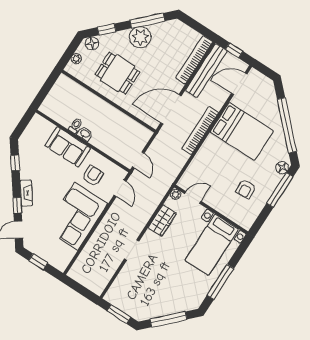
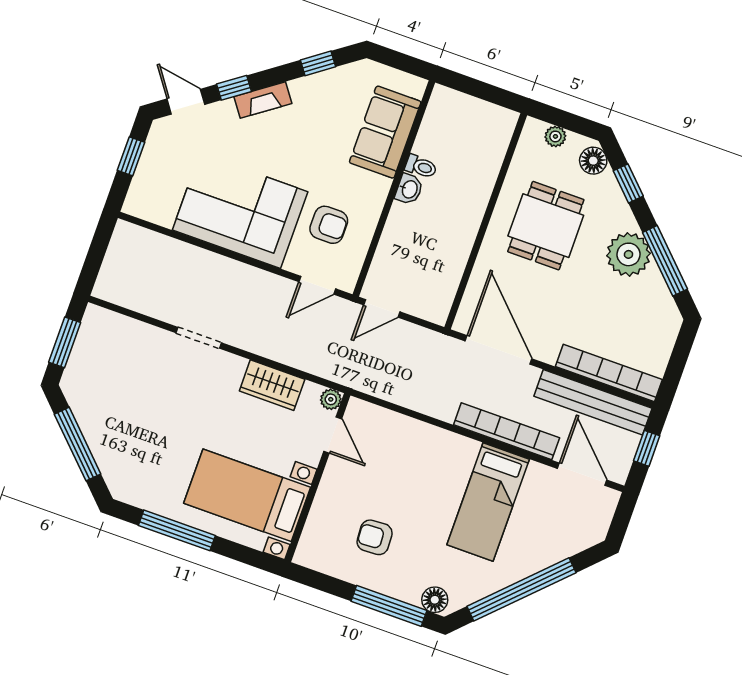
bookcase: (200, 131) -> (507, 431), moved
bed: (242, 131) -> (488, 502), width x0.67
sofa: (68, 147) -> (385, 132), moved

